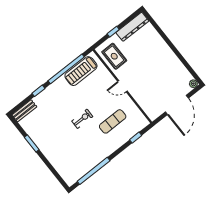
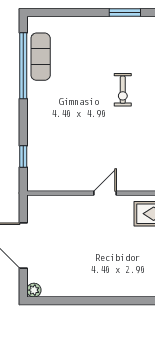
exercise bike: (82, 119) -> (123, 90), moved
exercise mat: (113, 121) -> (41, 57), moved

